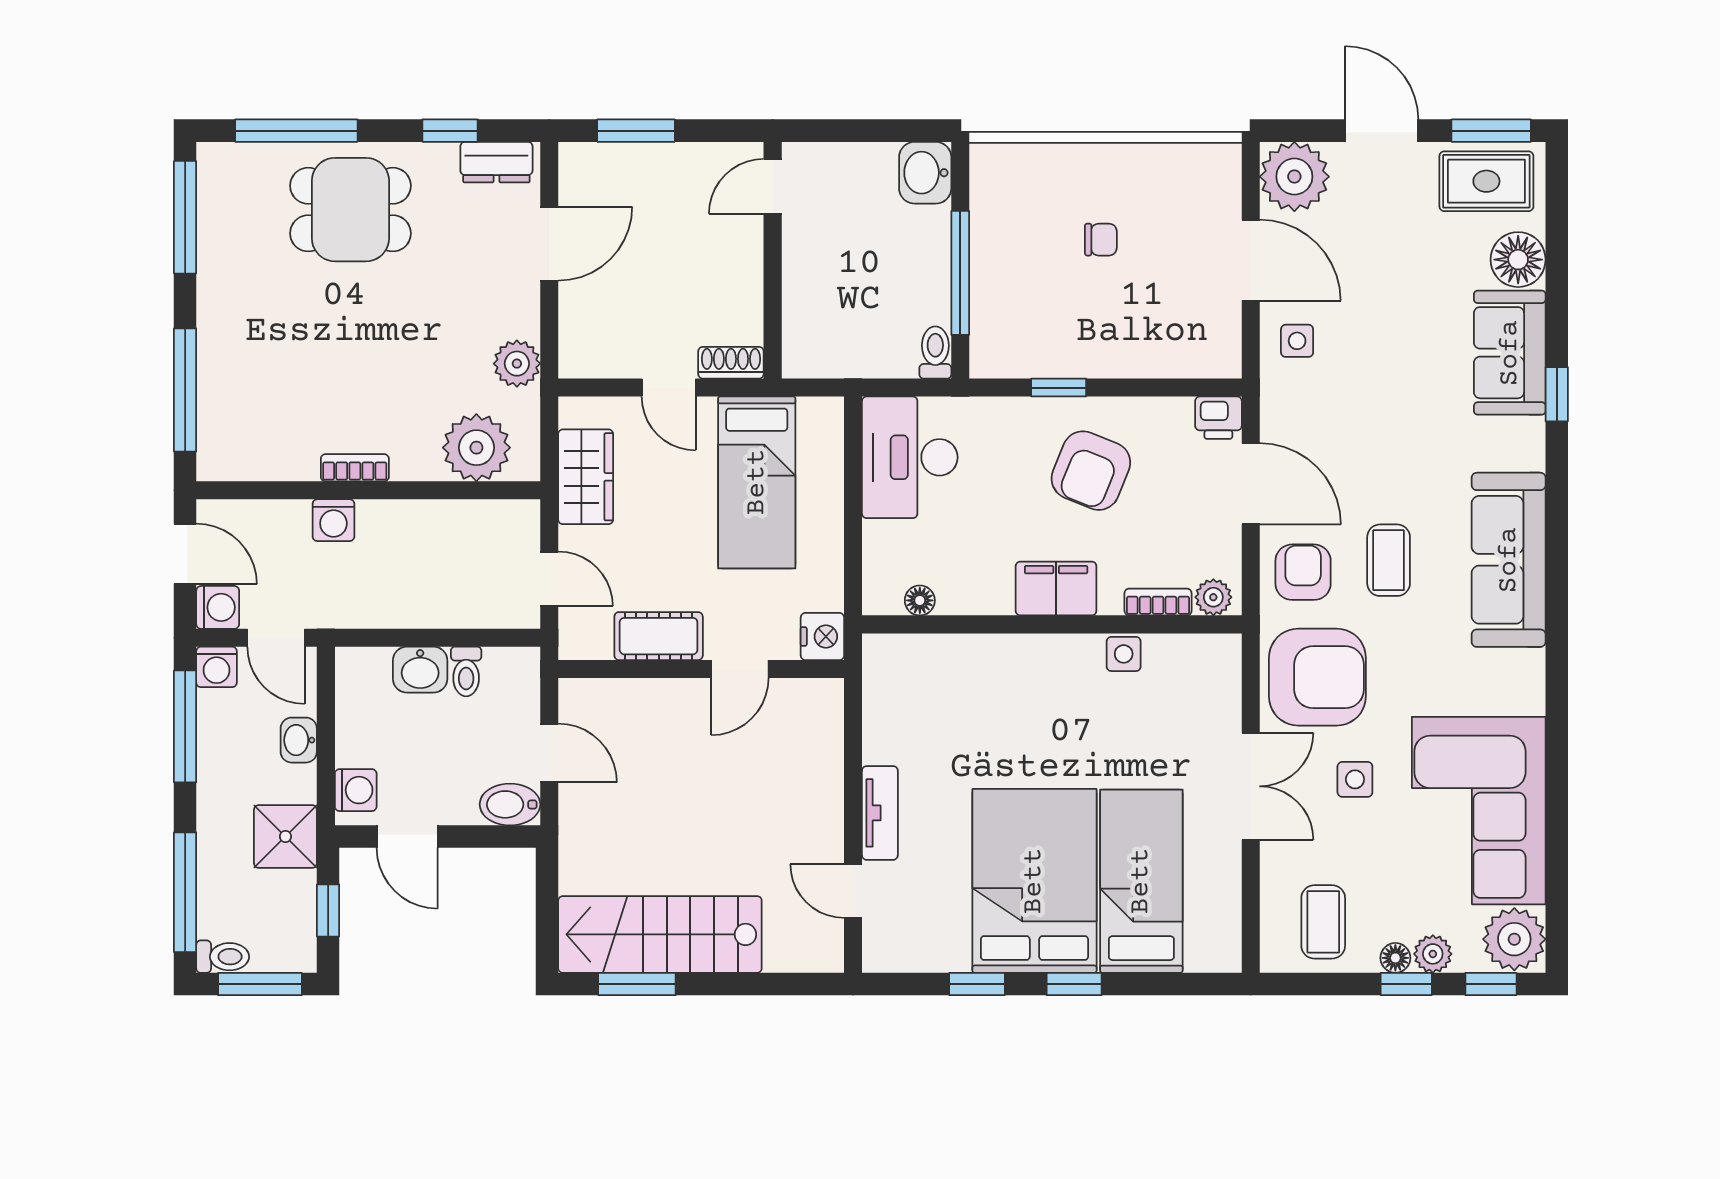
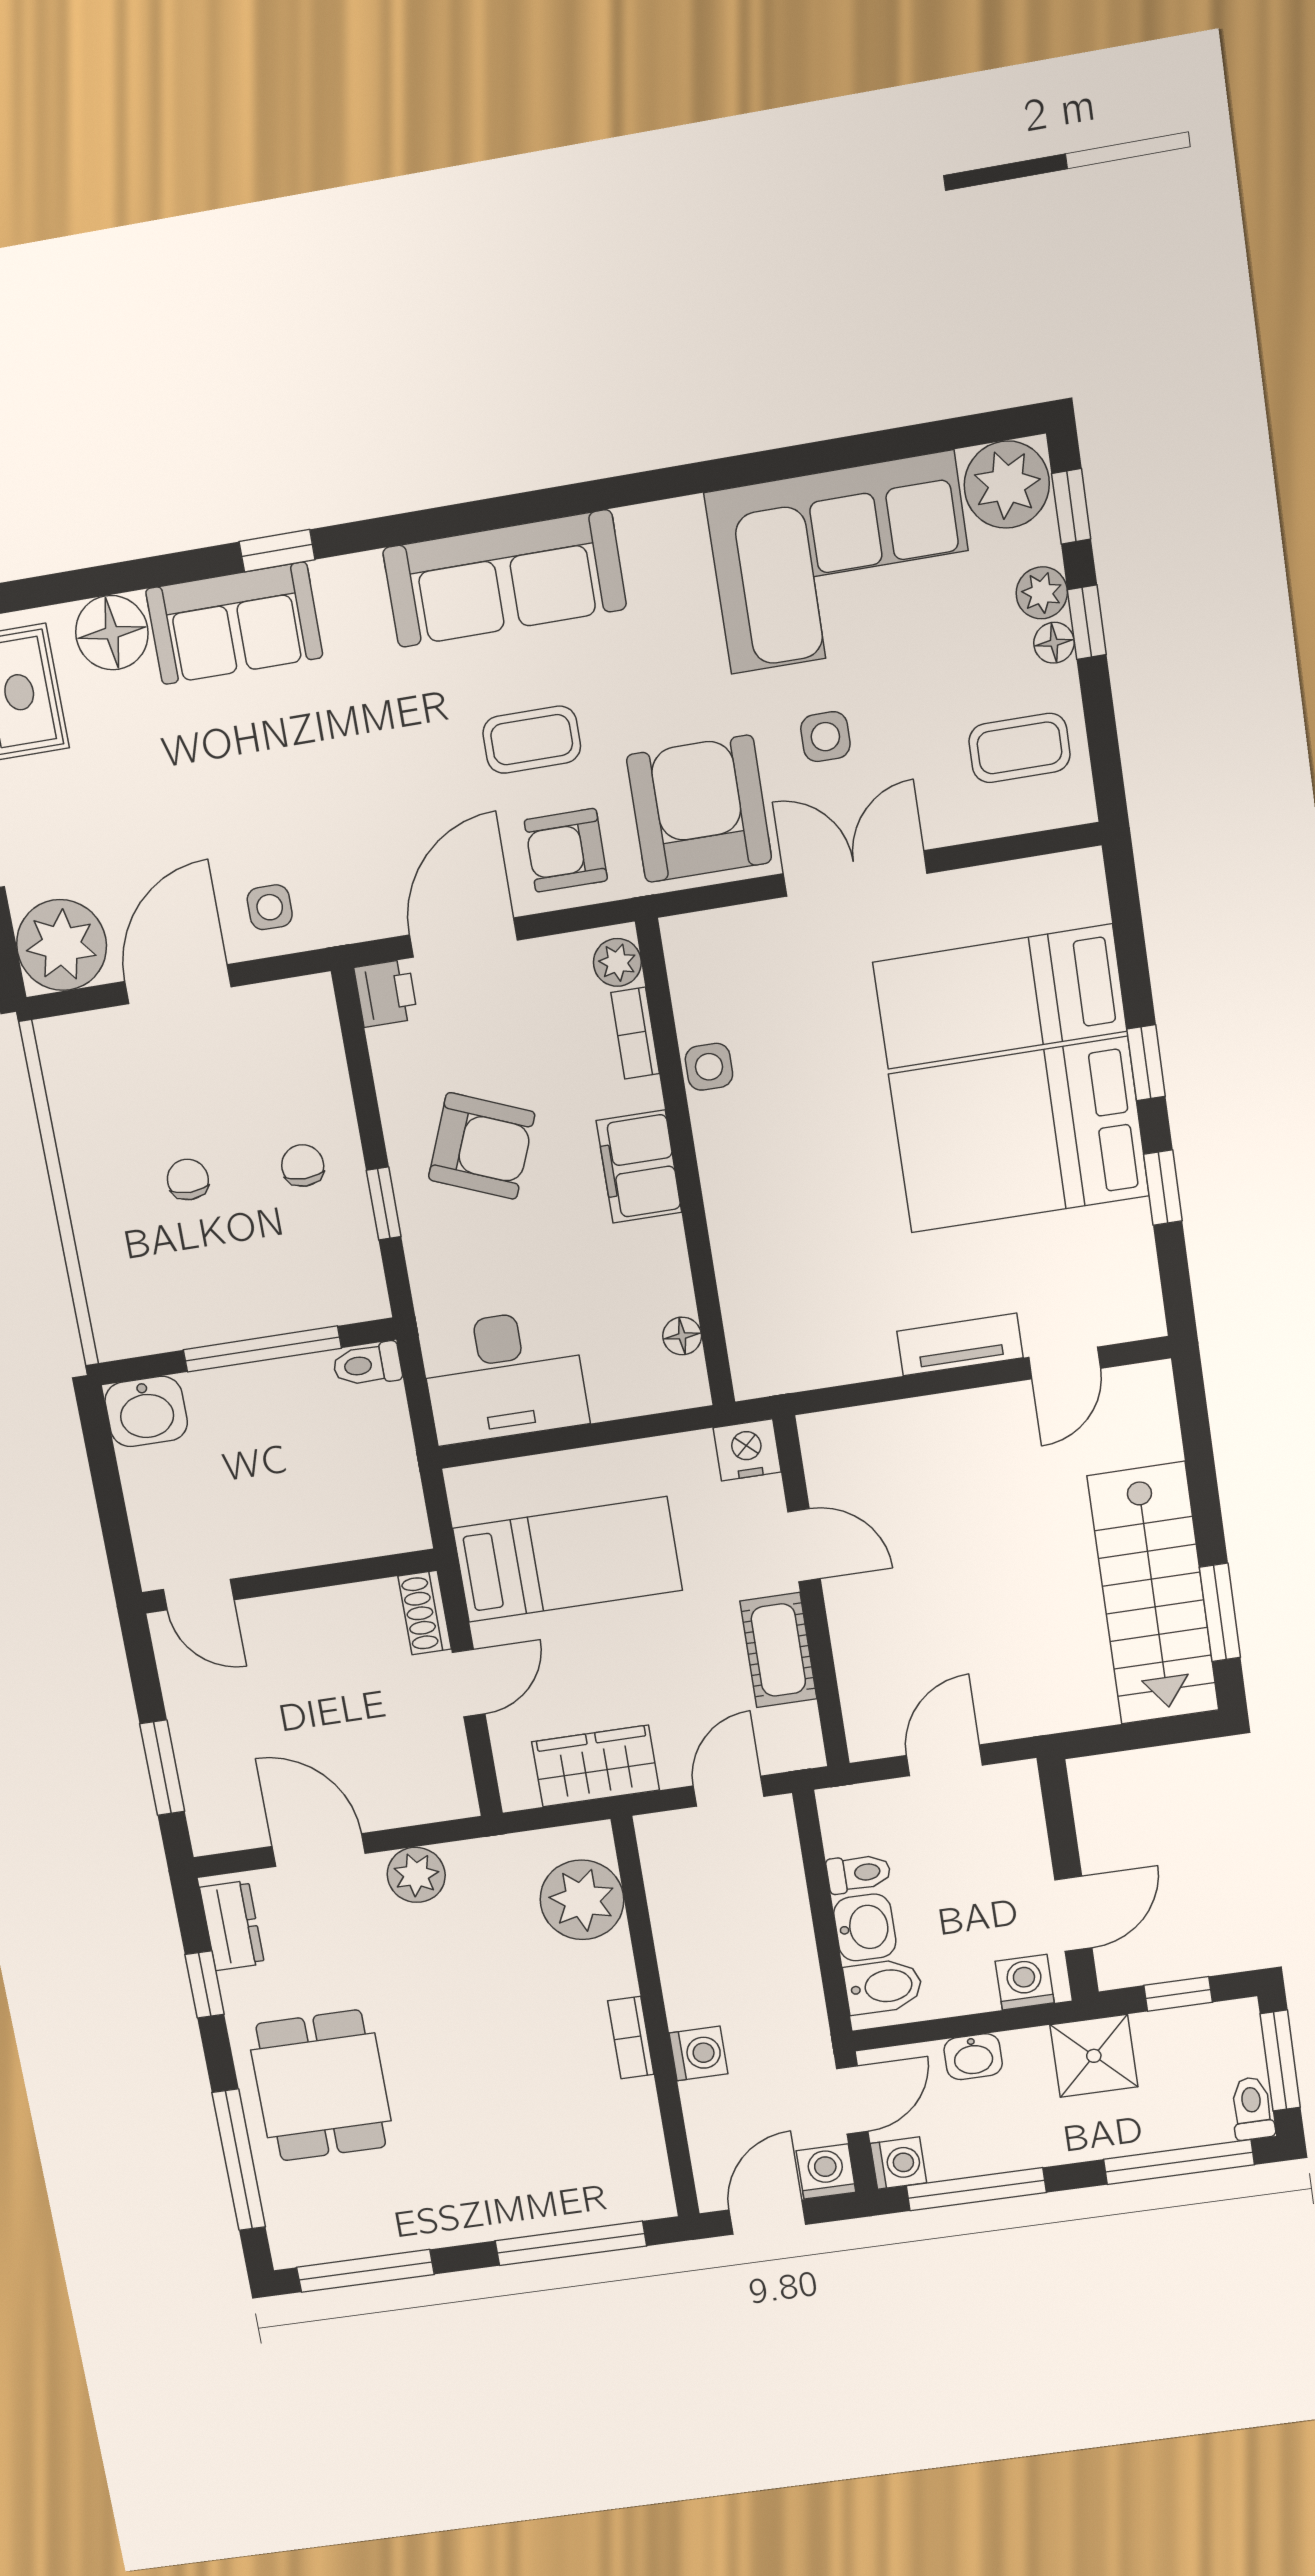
chair: (1098, 330) -> (303, 1166), added
plant: (517, 364) -> (416, 1875), moved
bidet: (510, 804) -> (883, 1986), moved, turned -90

